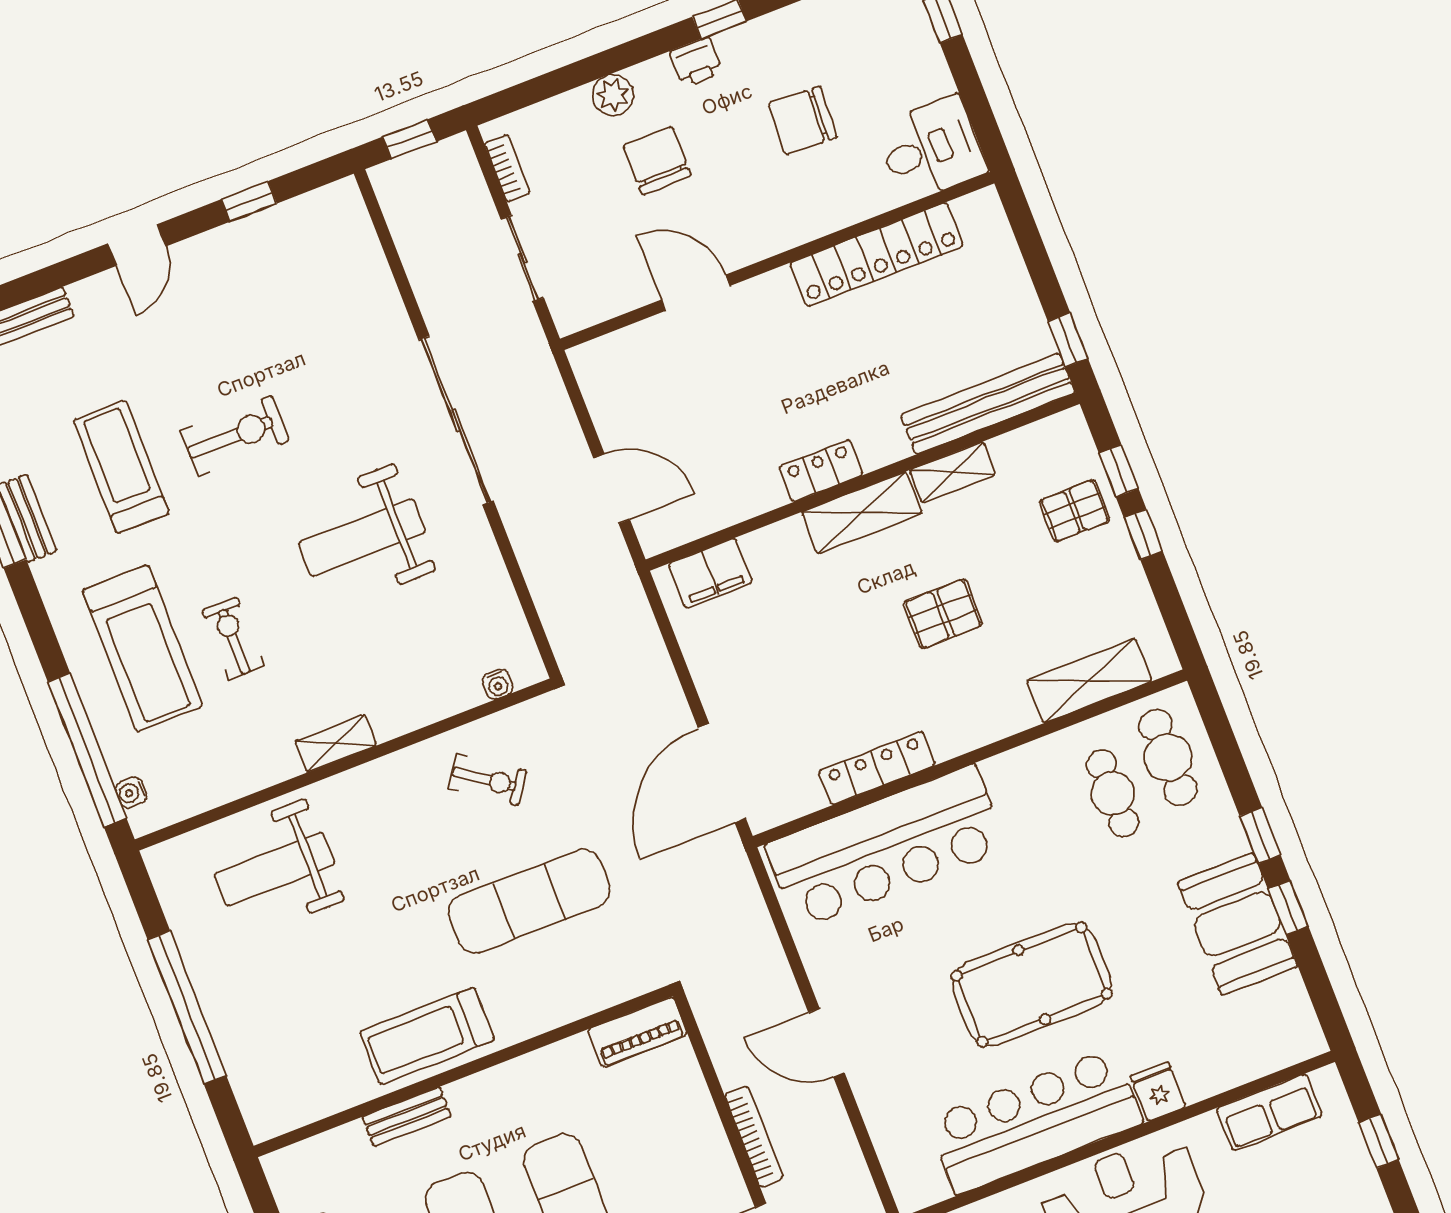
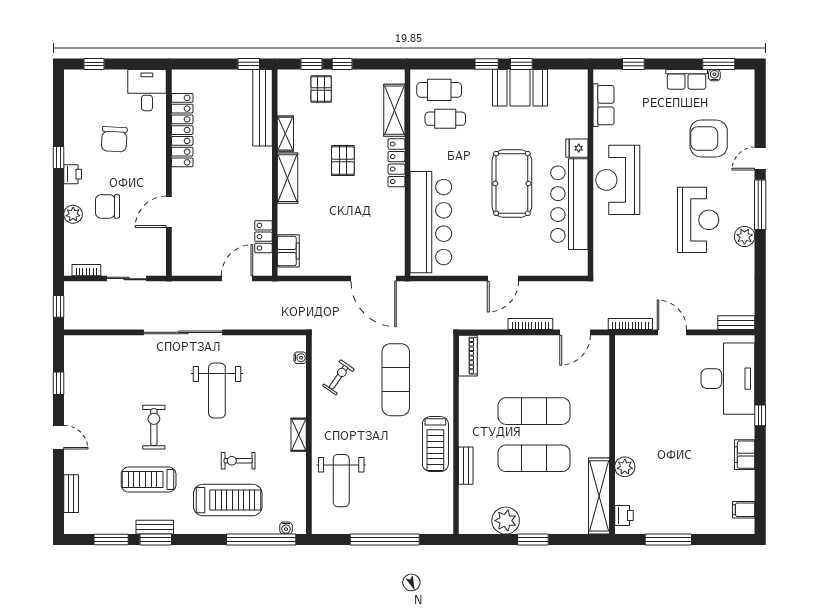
locker: (821, 471) -> (263, 237), moved
locker: (877, 768) -> (397, 163), moved

